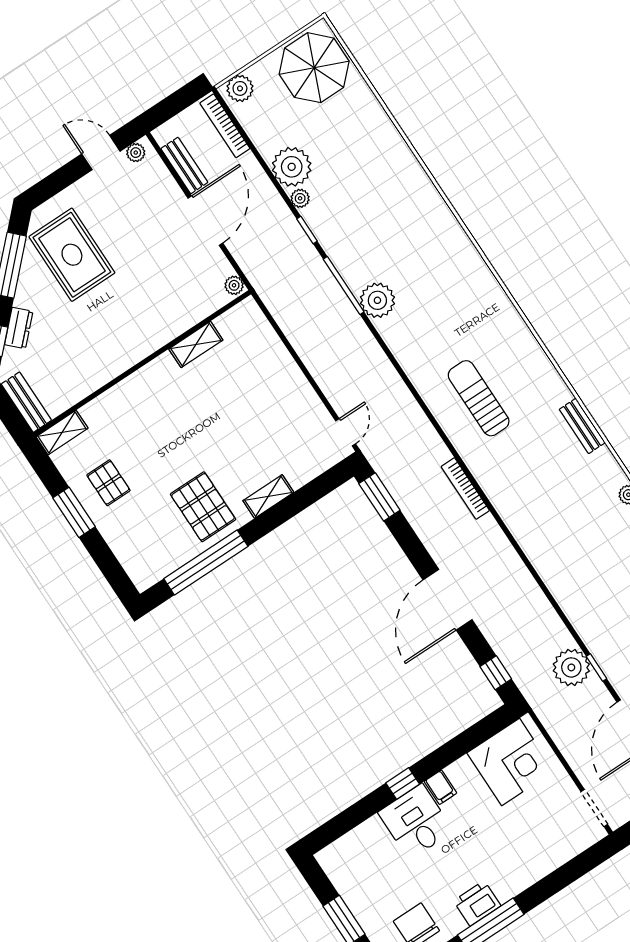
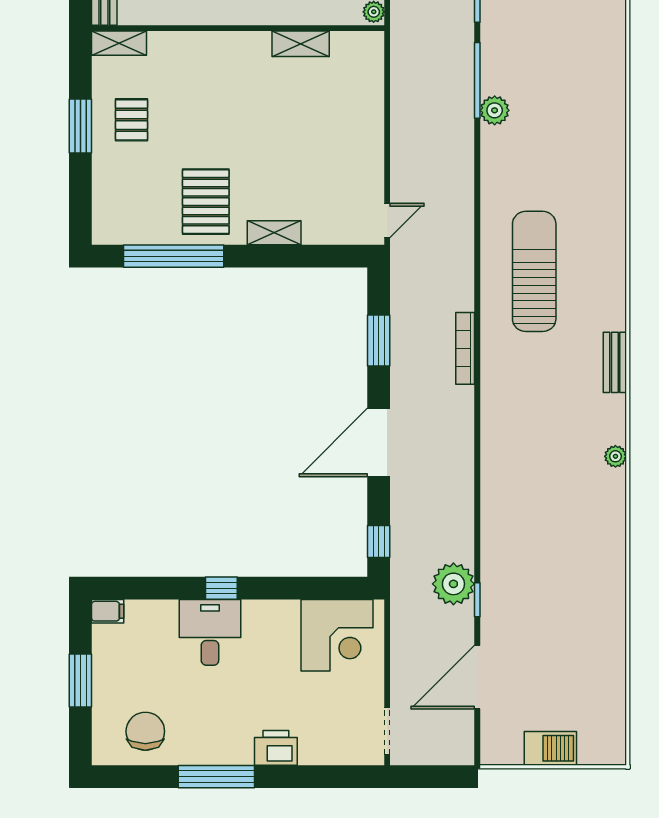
plant: (377, 300) -> (495, 110), width x0.73, depth x0.73
sun lounger: (479, 398) -> (534, 271), width x1.36, depth x1.34
window: (379, 497) -> (379, 340), moved
filing cabinet: (440, 787) -> (108, 611), moved, turned -90
printer: (477, 903) -> (276, 748), moved

